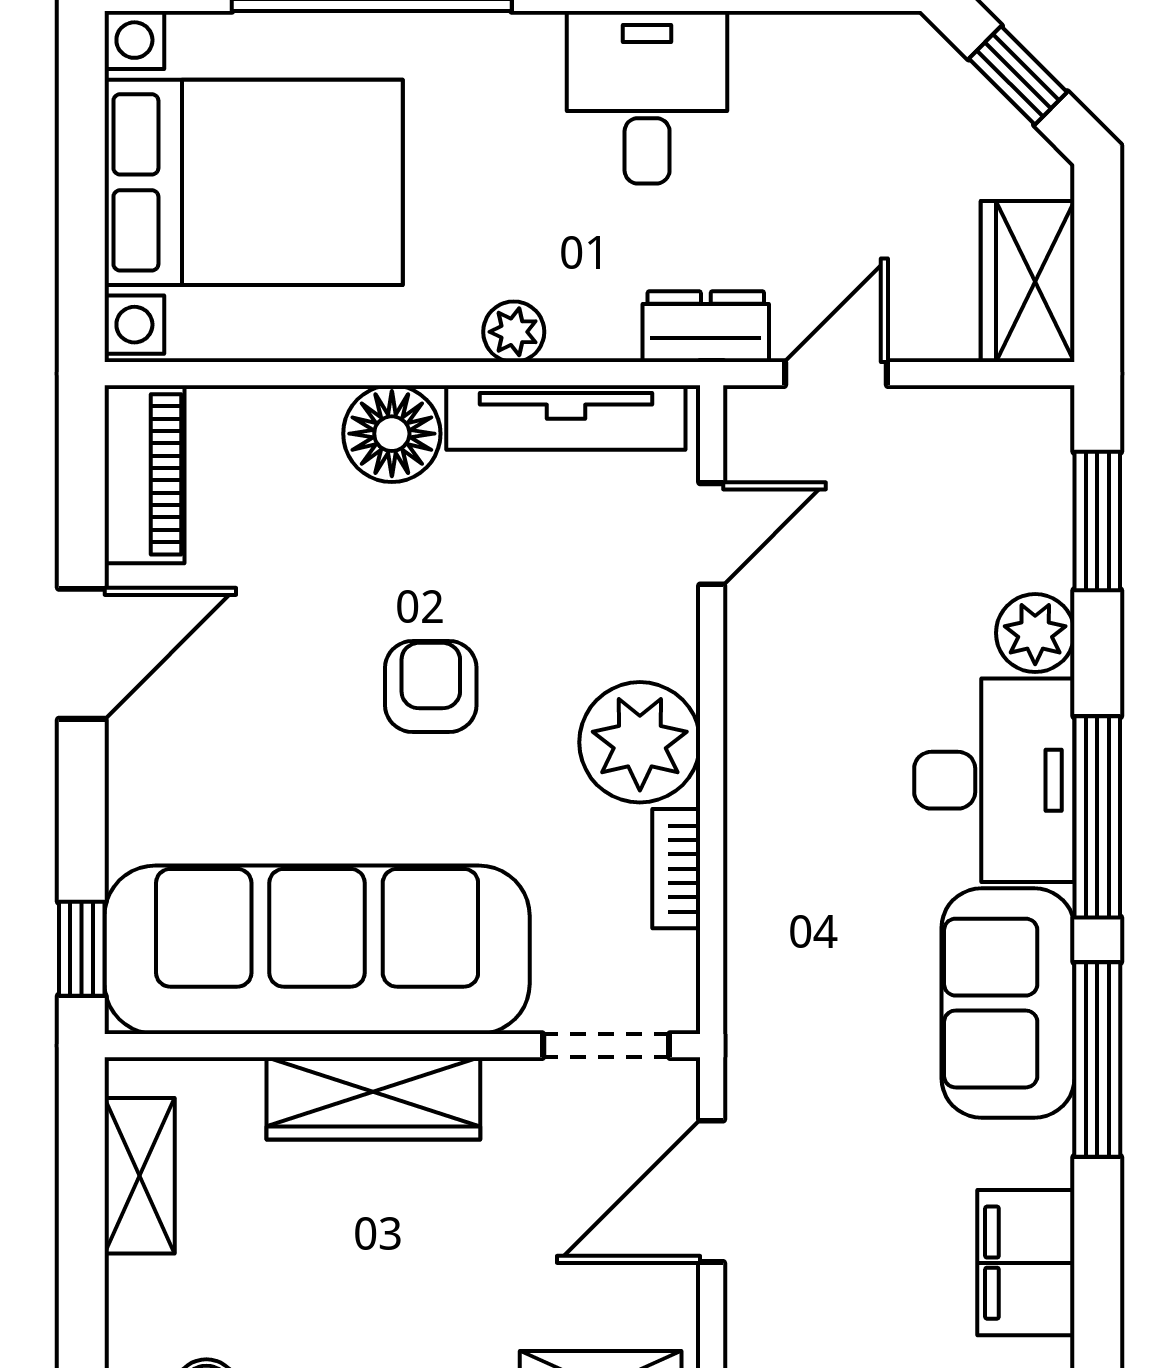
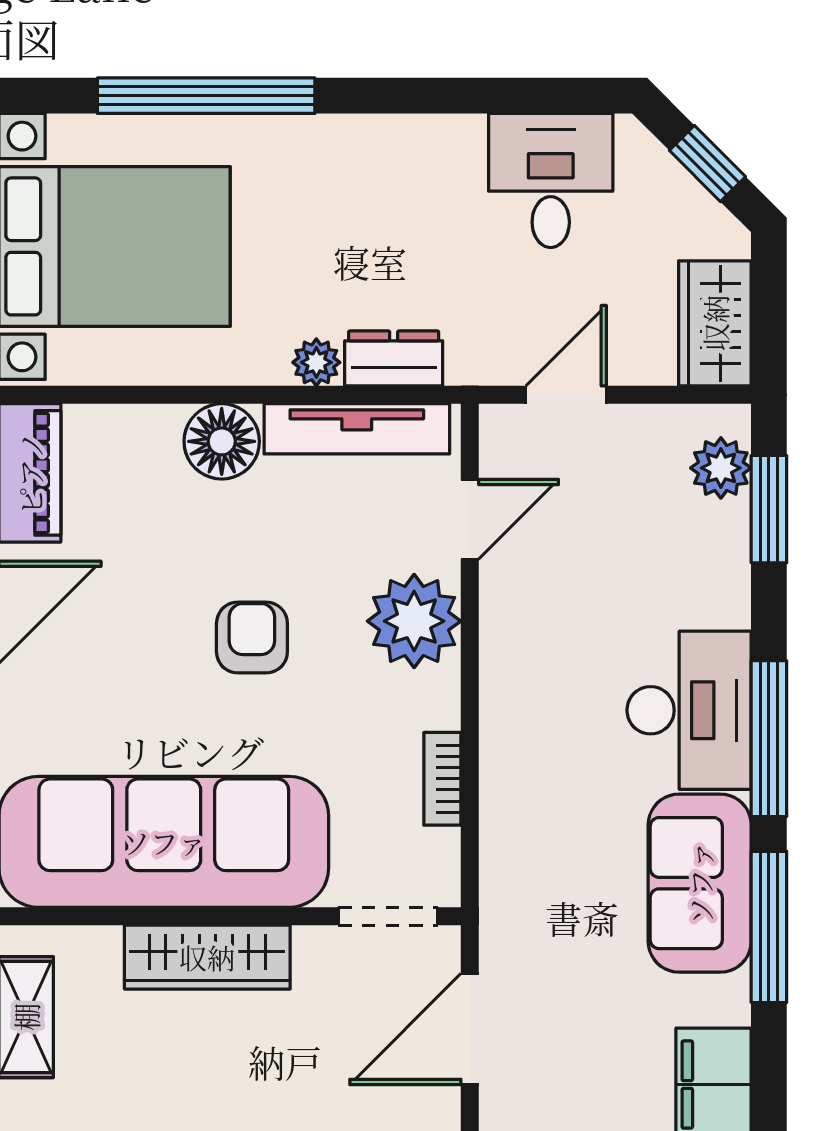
desk: (647, 97) -> (551, 180), moved
dresser: (706, 327) -> (394, 358), moved
plant: (1035, 633) -> (721, 468), moved
plant: (640, 742) -> (414, 621), moved

